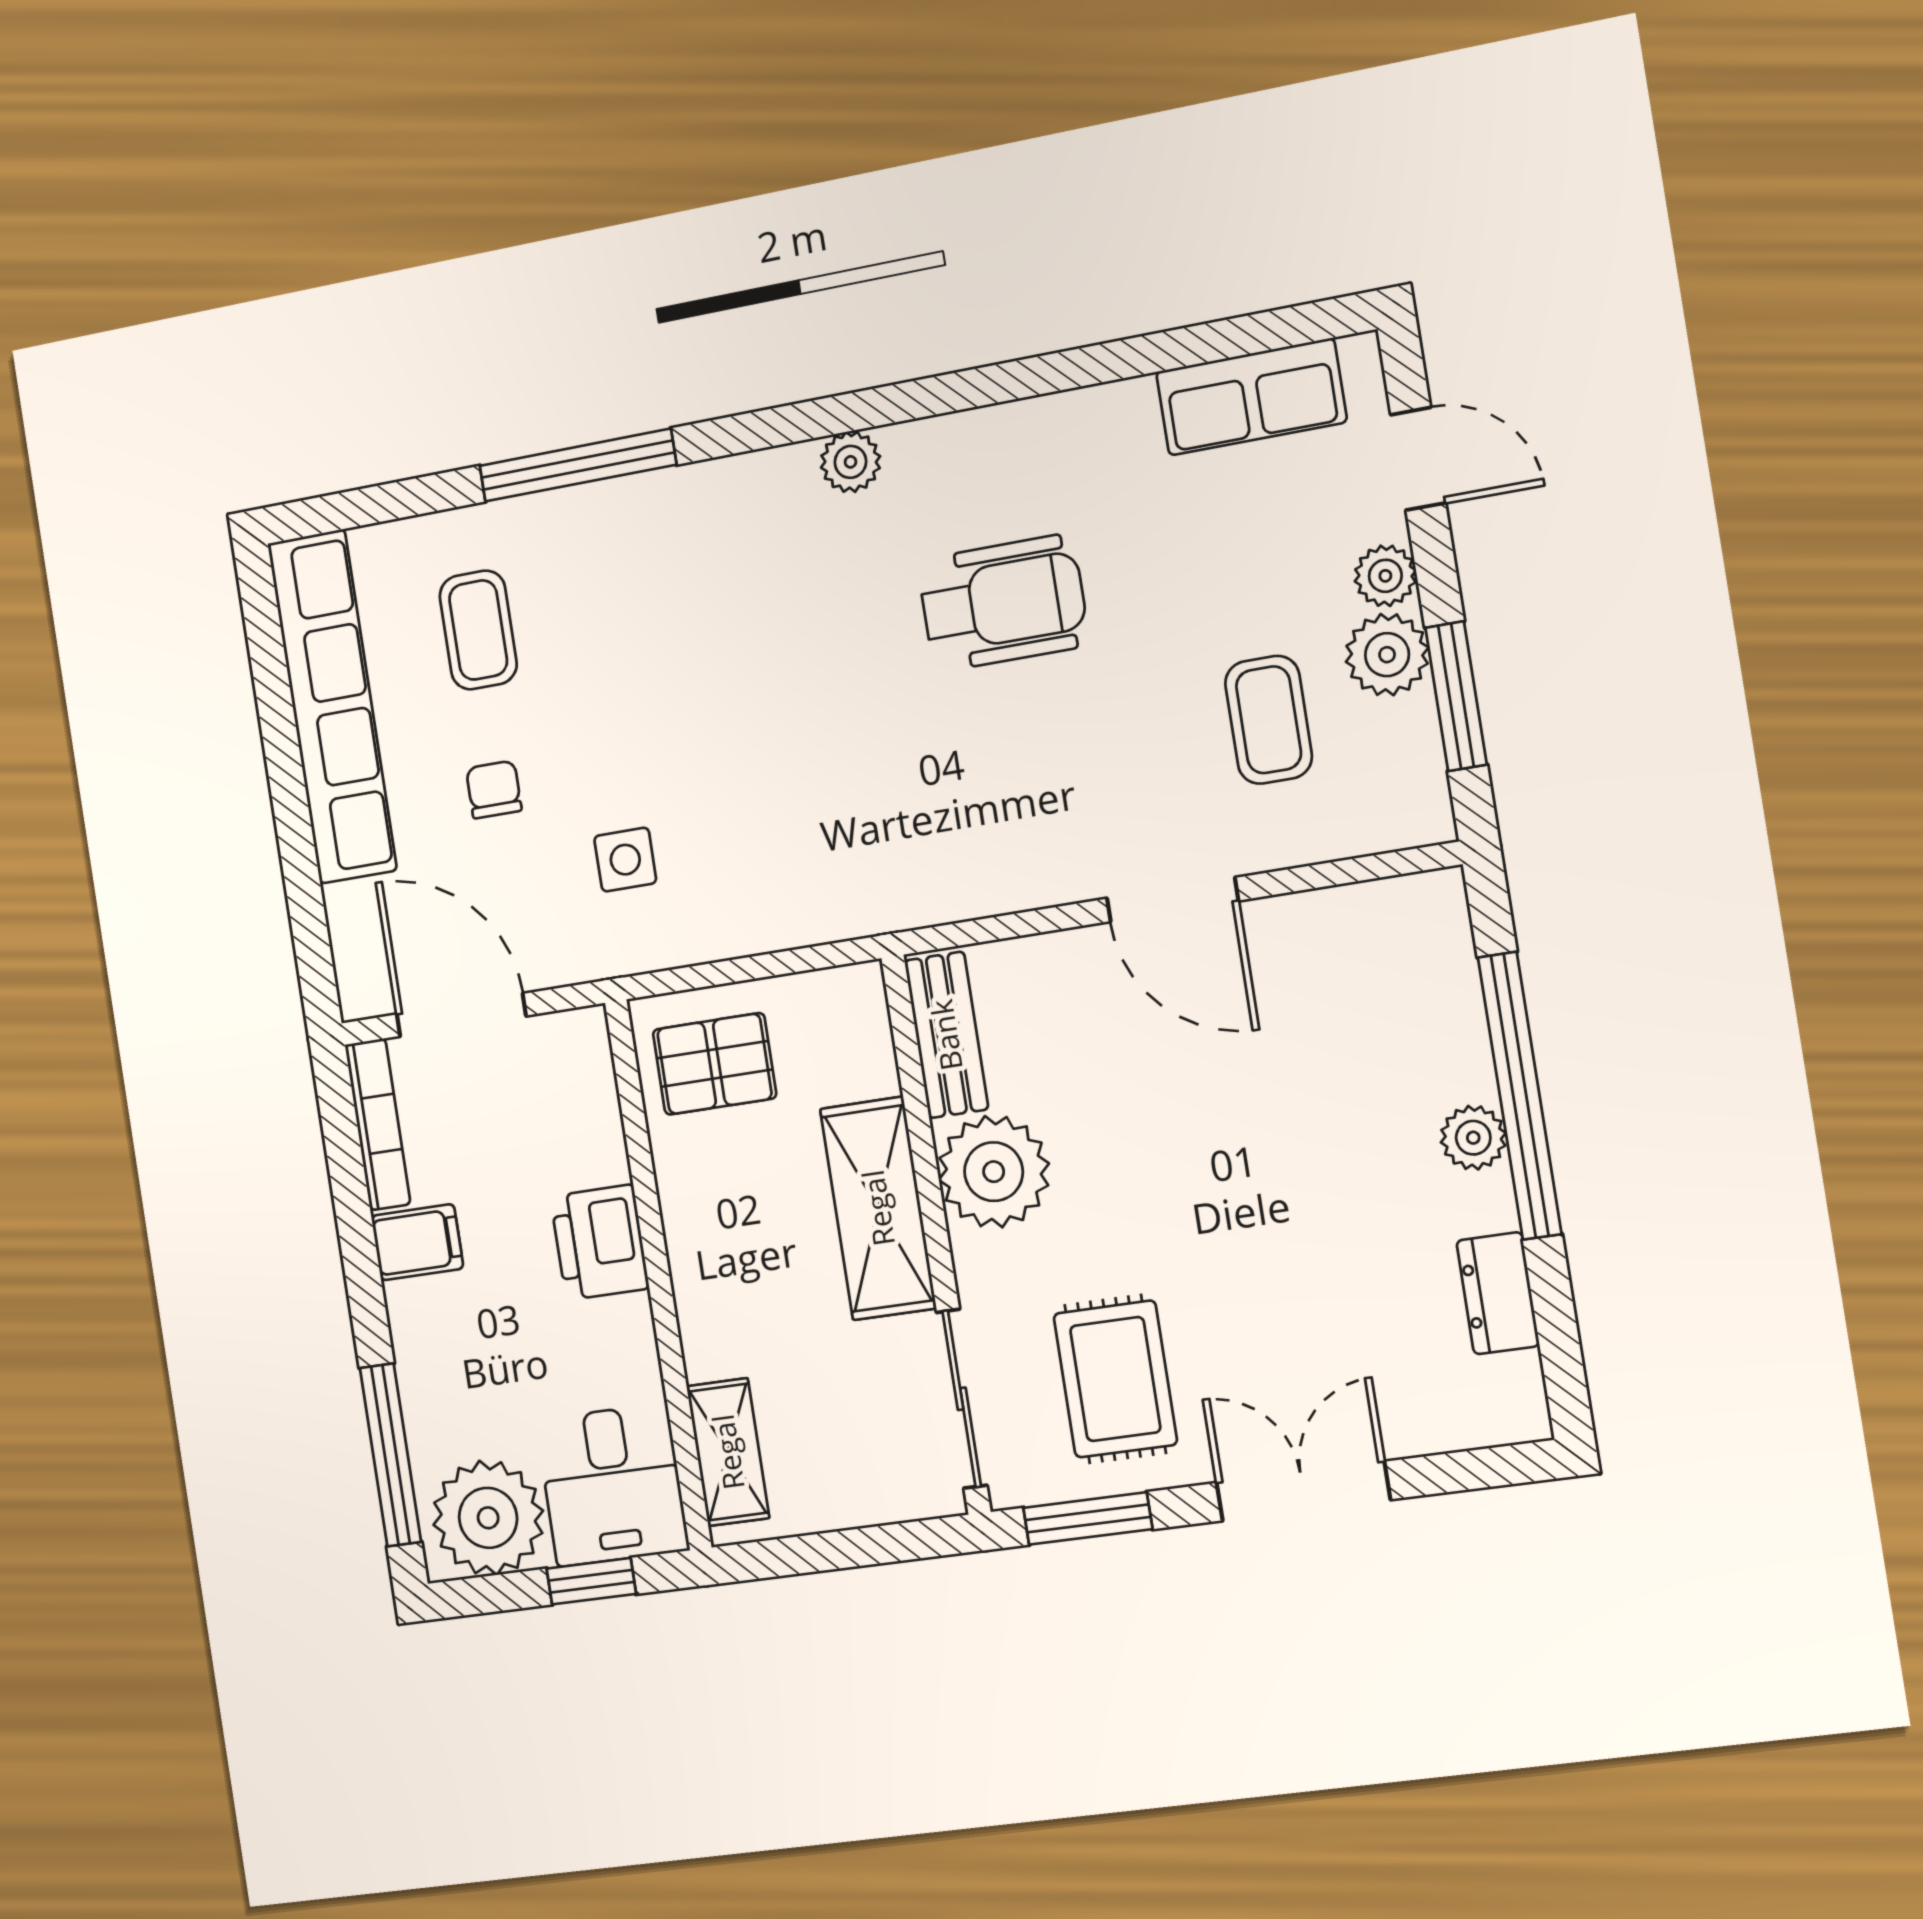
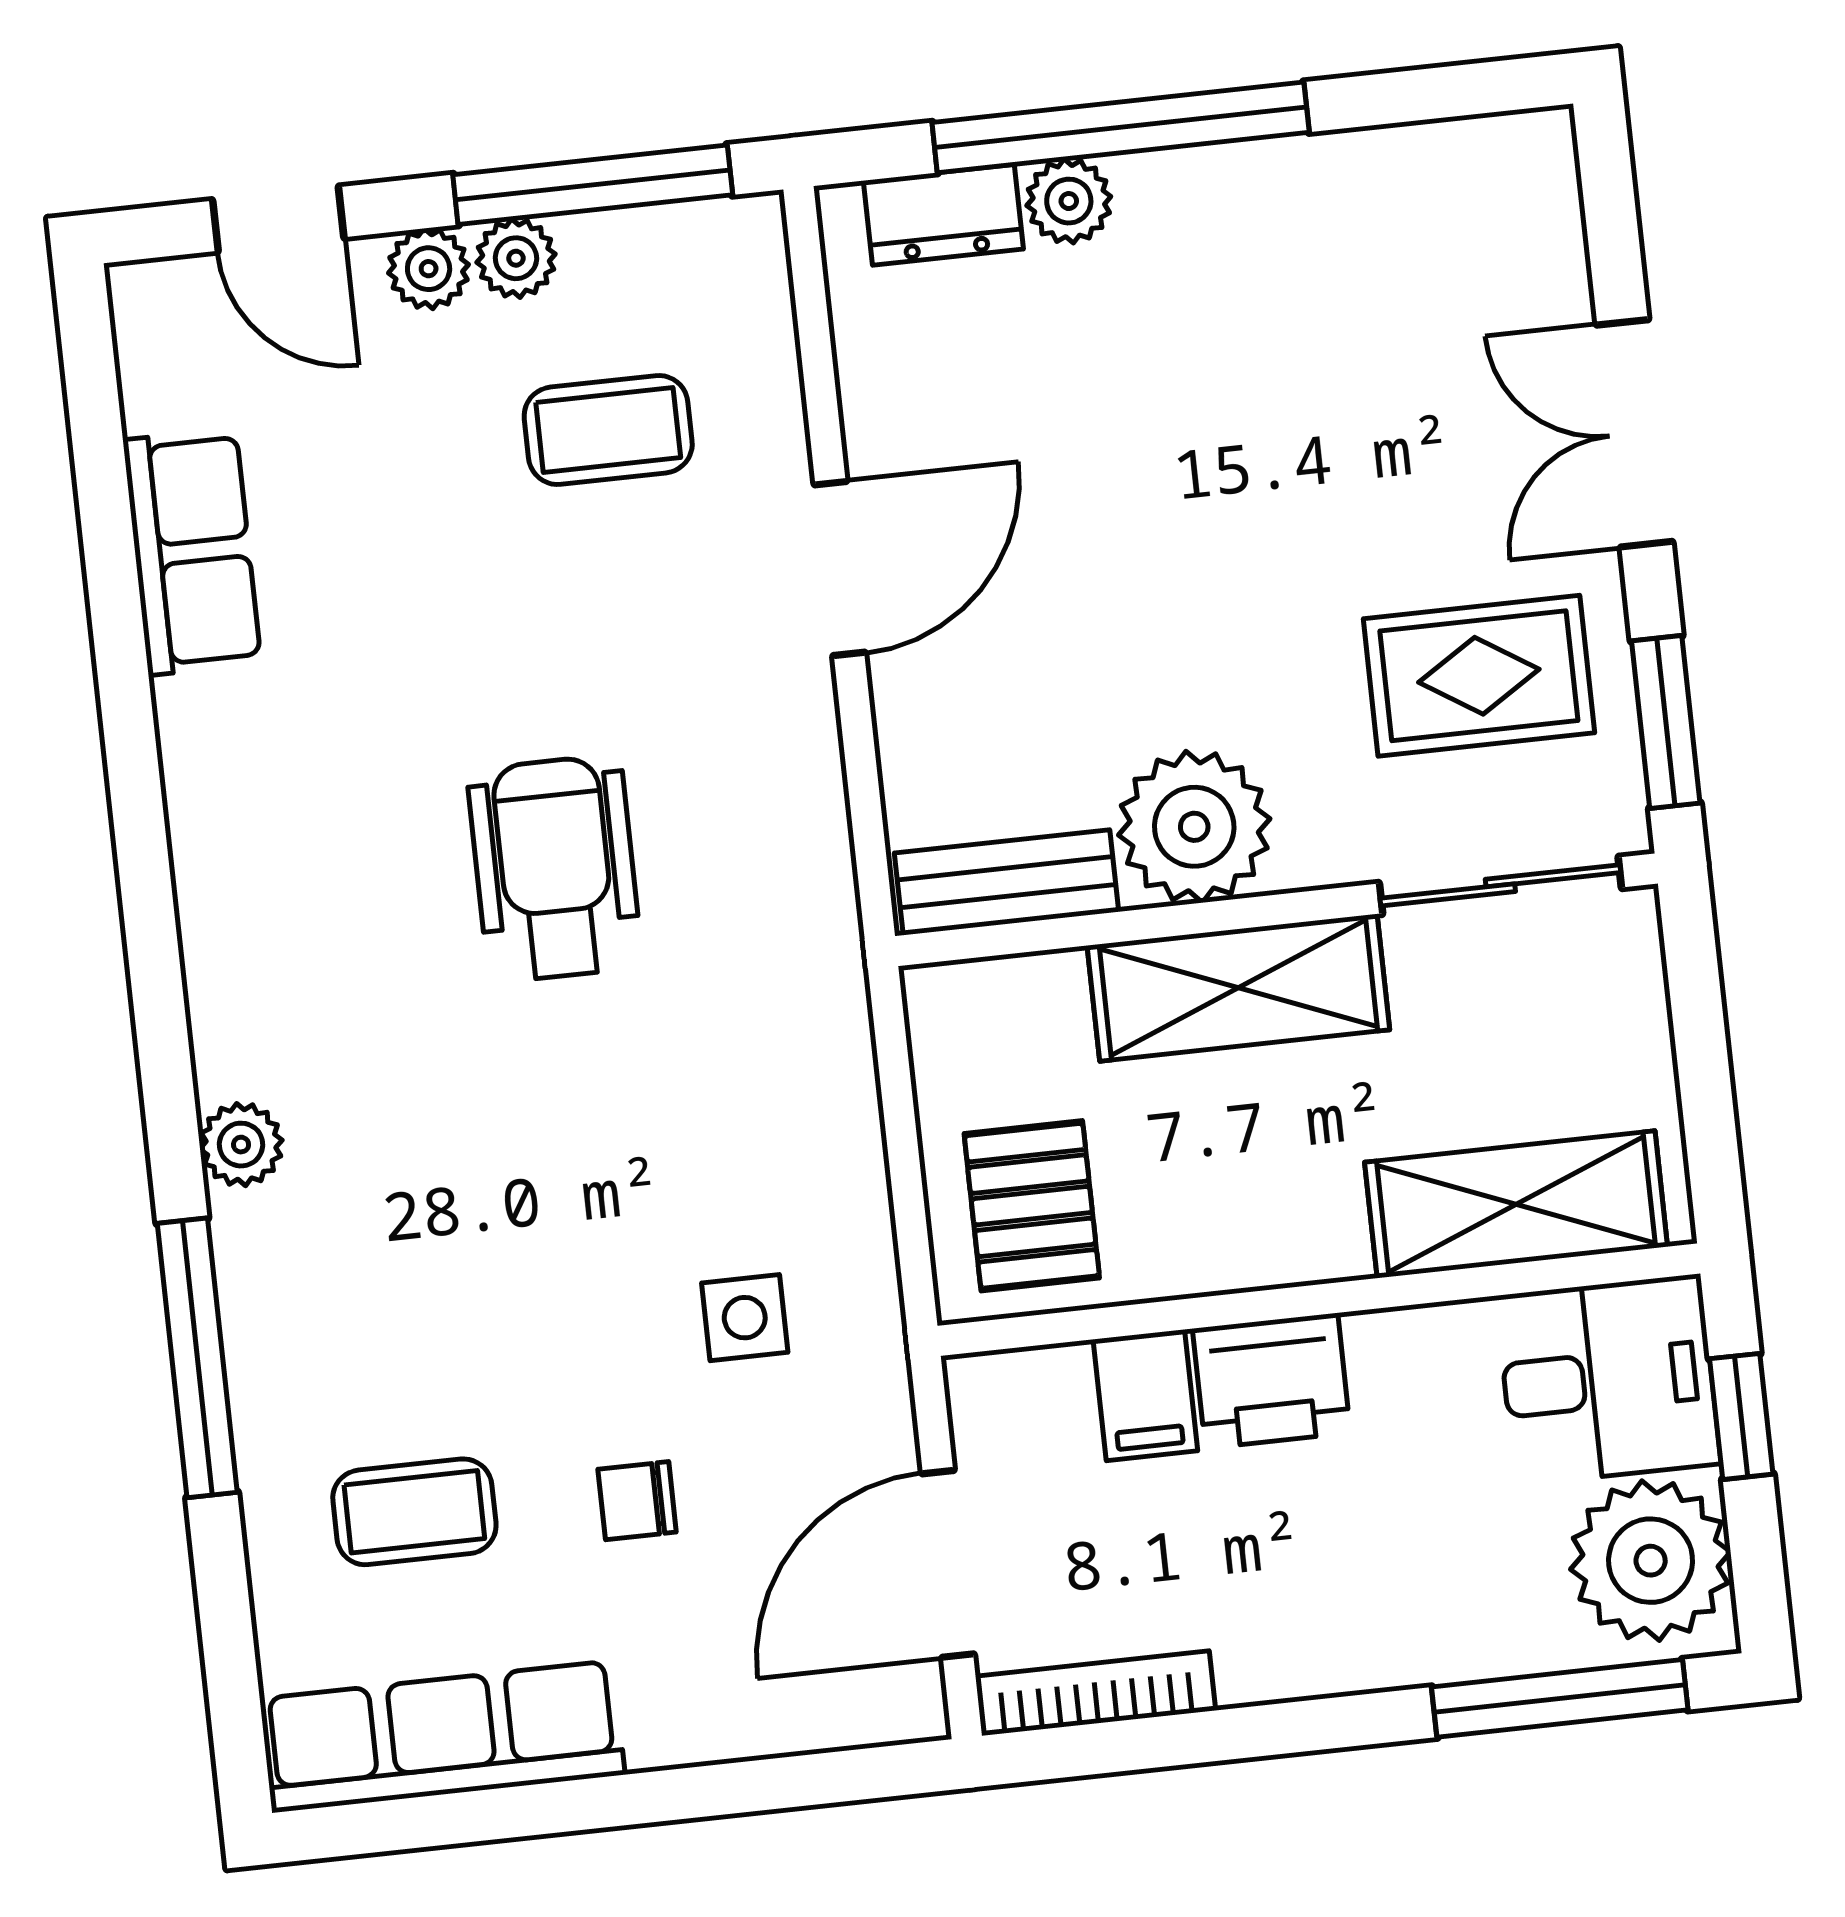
row of seats: (1251, 397) -> (192, 552), moved
door: (1418, 459) -> (278, 219), swing flipped
plant: (851, 462) -> (241, 1145), moved
wheelchair: (1003, 603) -> (555, 868), moved
plant: (1387, 655) -> (516, 258), width x0.73, depth x0.73
window: (1456, 696) -> (593, 185), width x1.44
row of seats: (332, 706) -> (442, 1737), width x0.73
plant: (1473, 1138) -> (1069, 201), moved
filing cabinet: (417, 1242) -> (1145, 1395), moved, turned 180
dresser: (1498, 1293) -> (943, 215), moved
shelving: (728, 1452) -> (1516, 1204), width x1.50, depth x1.33

